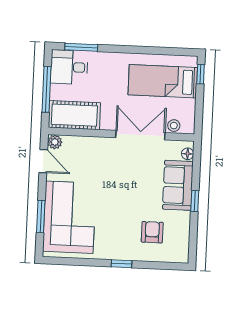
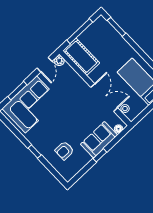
desk: (69, 67) -> (101, 31), removed
armchair: (152, 232) -> (64, 151), turned 180

